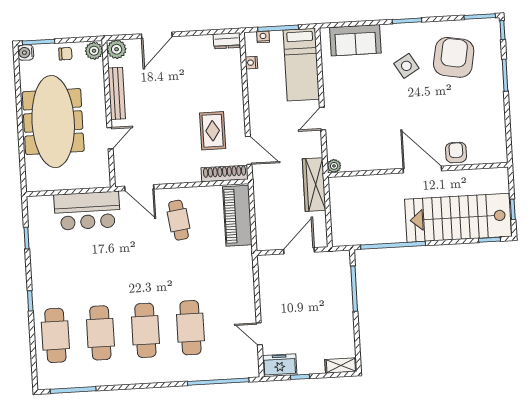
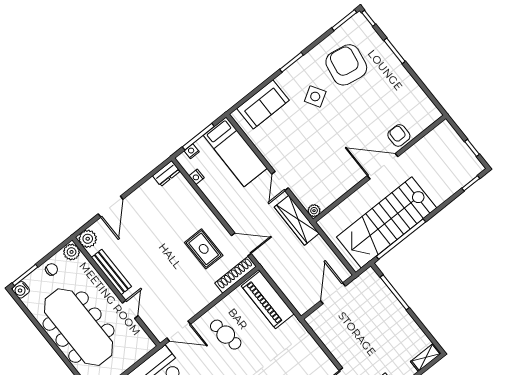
wardrobe: (314, 185) -> (297, 220), moved
stairs: (458, 218) -> (387, 222), moved

